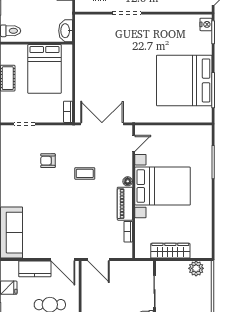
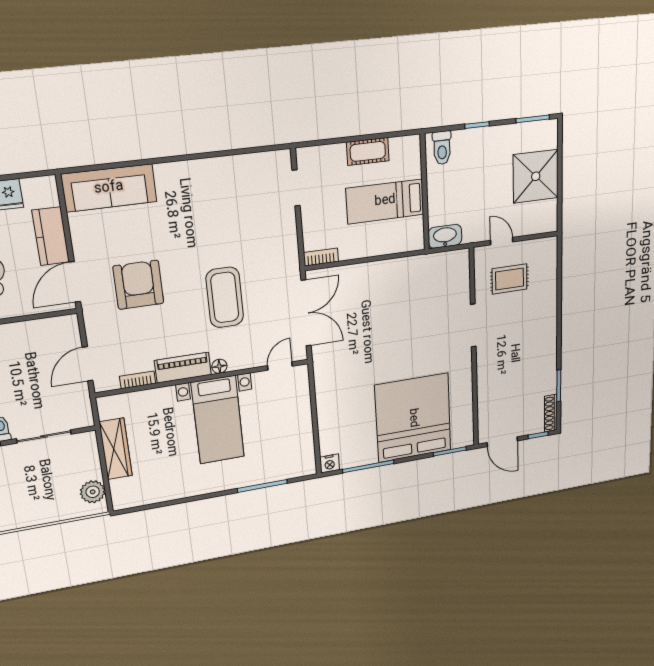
nightstand: (206, 24) -> (330, 463), moved
bed: (45, 69) -> (385, 201), width x0.67
bed: (184, 80) -> (413, 418), moved
door: (134, 143) -> (280, 366), swing flipped
armchair: (48, 161) -> (138, 285), moved, width x1.88, depth x1.88
coffee table: (85, 173) -> (225, 297), width x1.86, depth x1.72
bed with nightstands: (163, 186) -> (218, 420), width x0.73
door: (99, 260) -> (88, 364), moved

